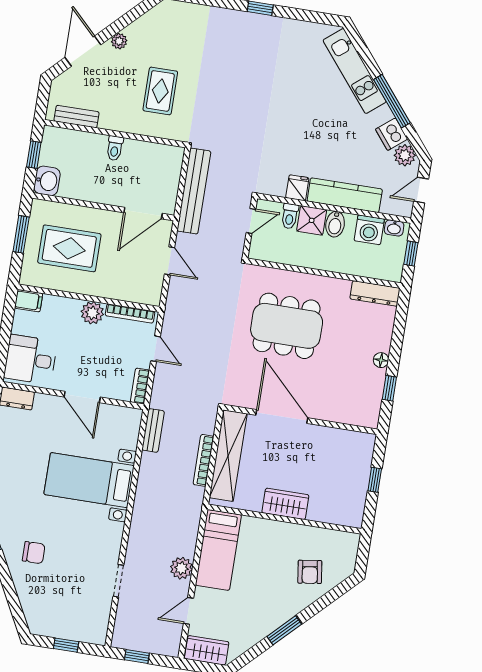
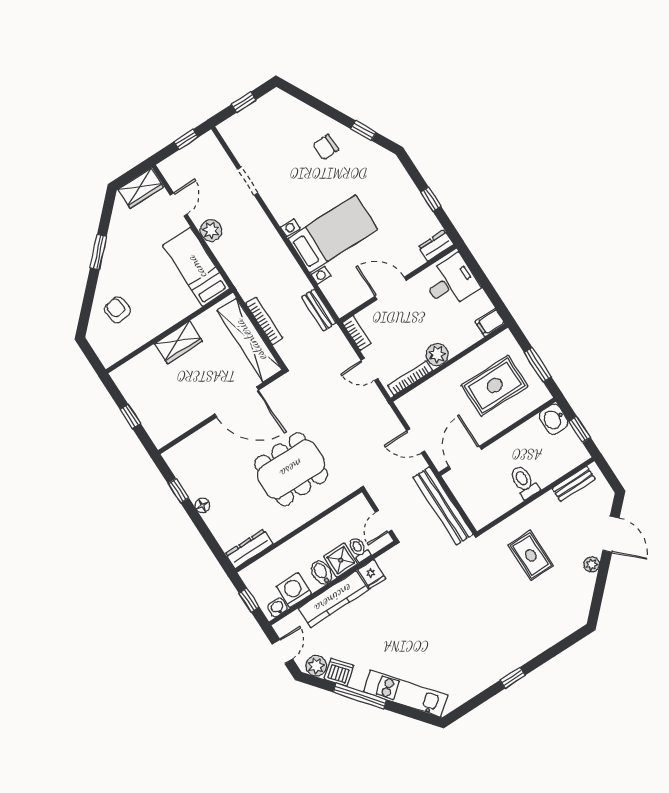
toilet: (115, 148) -> (524, 482), width x1.37, depth x1.39

